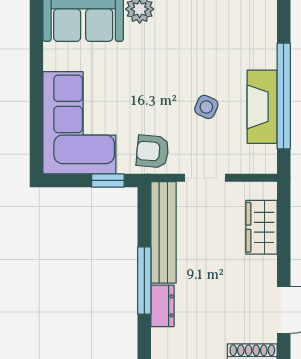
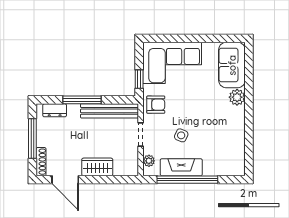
armchair: (153, 151) -> (156, 105), turned 85
plant: (251, 164) -> (149, 161), added
wardrobe: (262, 227) -> (97, 167), moved
dresser: (163, 306) -> (55, 110), moved

